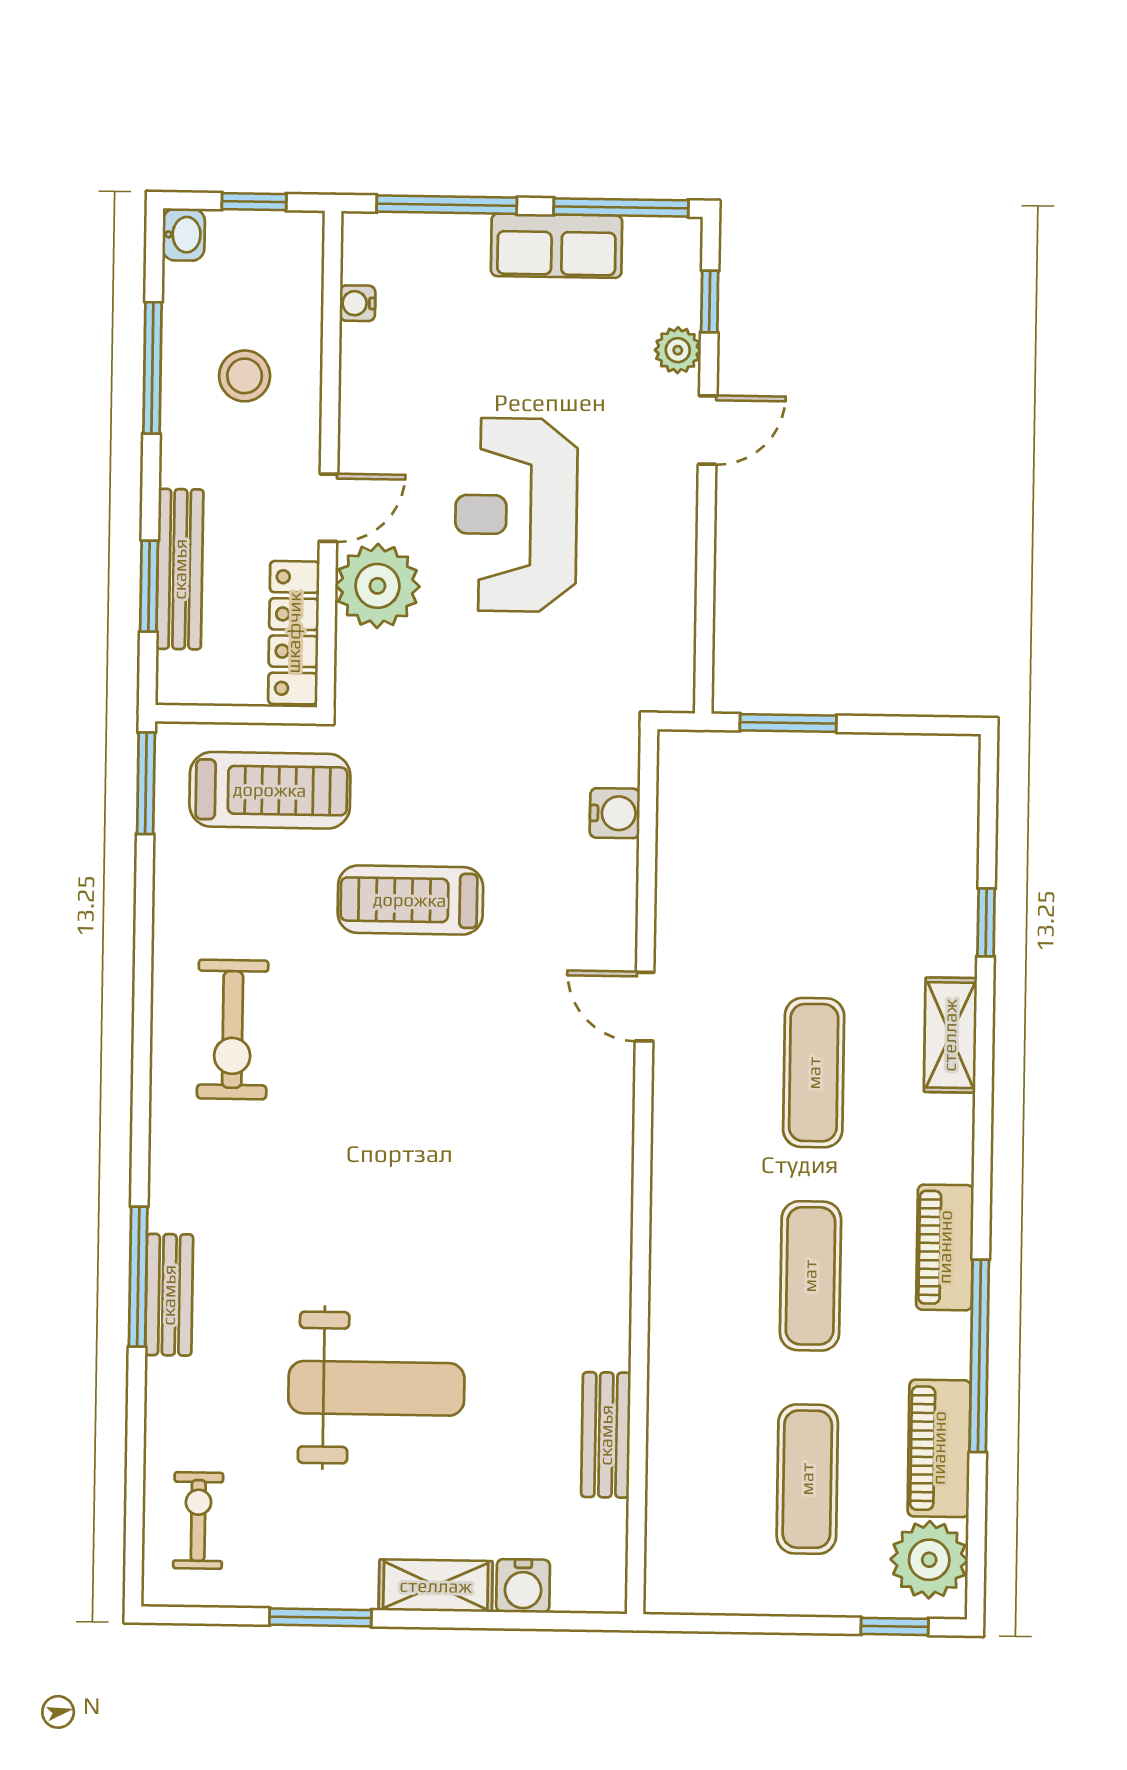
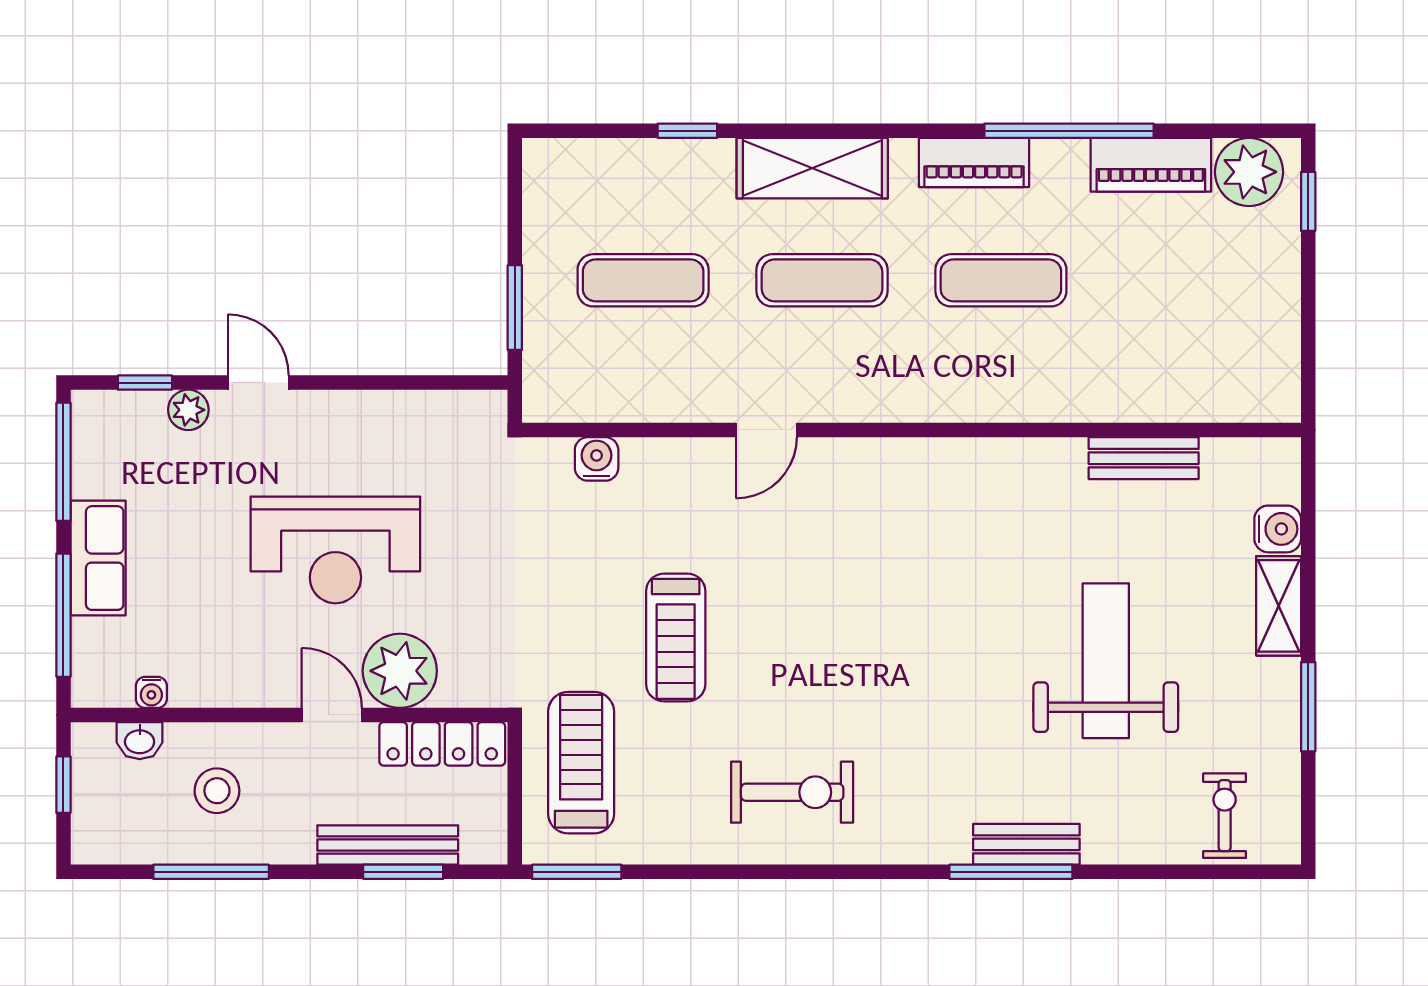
washbasin: (184, 235) -> (140, 741), moved, turned 180
row of seats: (557, 246) -> (98, 558), moved
shelving: (950, 1035) -> (812, 168), width x1.50, depth x1.33
exercise mat: (807, 1479) -> (643, 280), moved
exercise bike: (198, 1520) -> (1225, 816), turned 90

